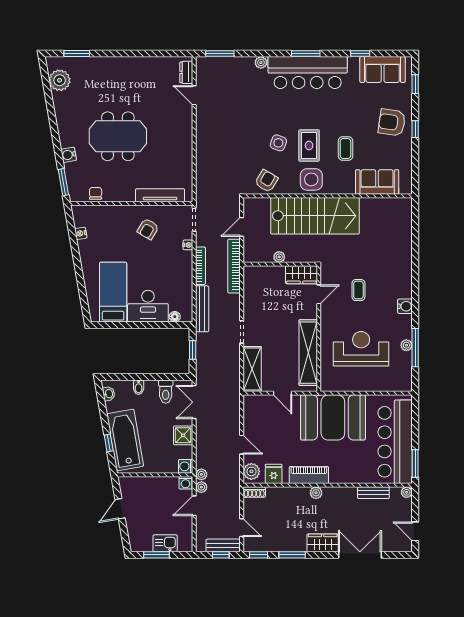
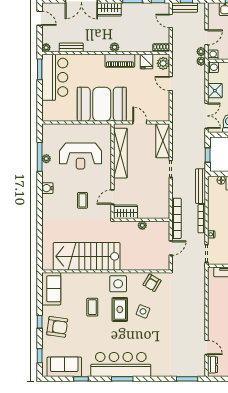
plant: (261, 63) -> (156, 372), removed
sofa: (377, 182) -> (51, 289), moved, turned -90
stairs: (315, 216) -> (87, 256), moved
bar counter: (395, 442) -> (55, 77), width x0.73

